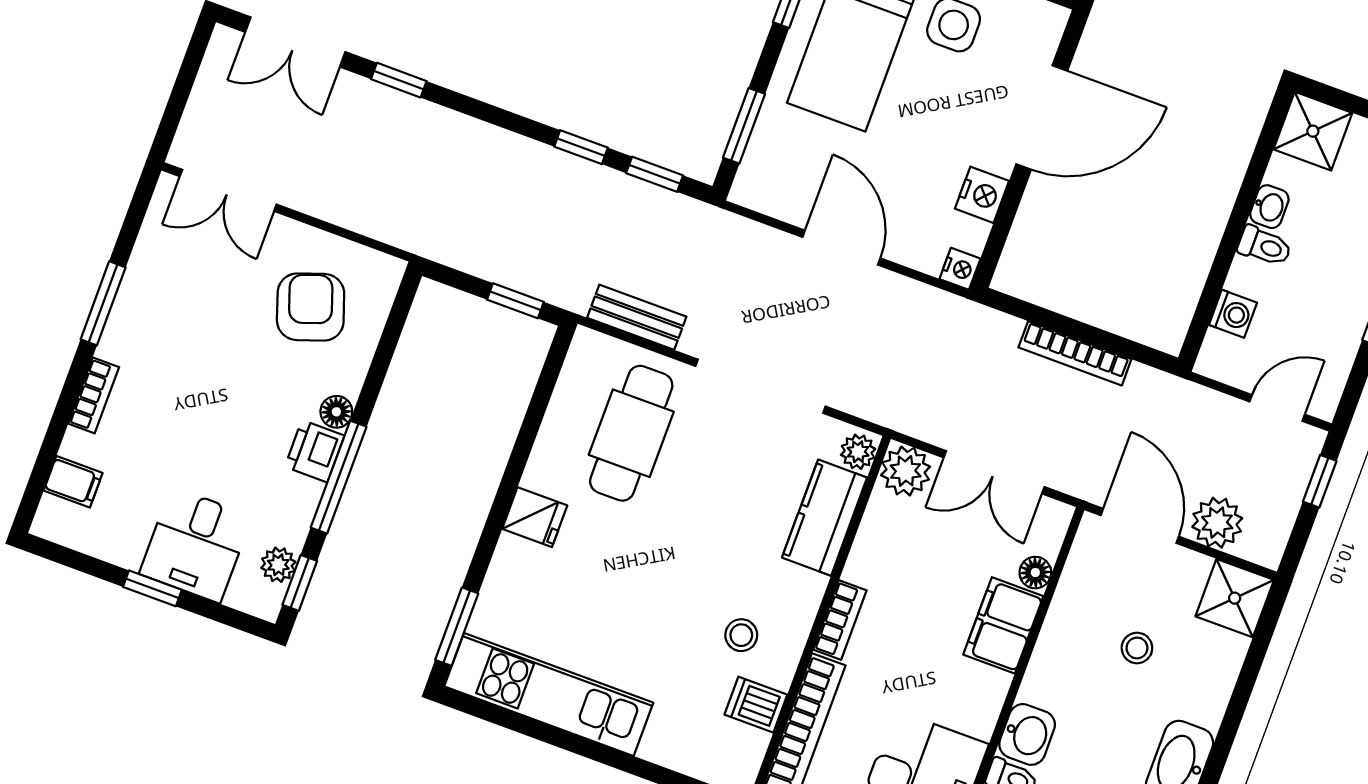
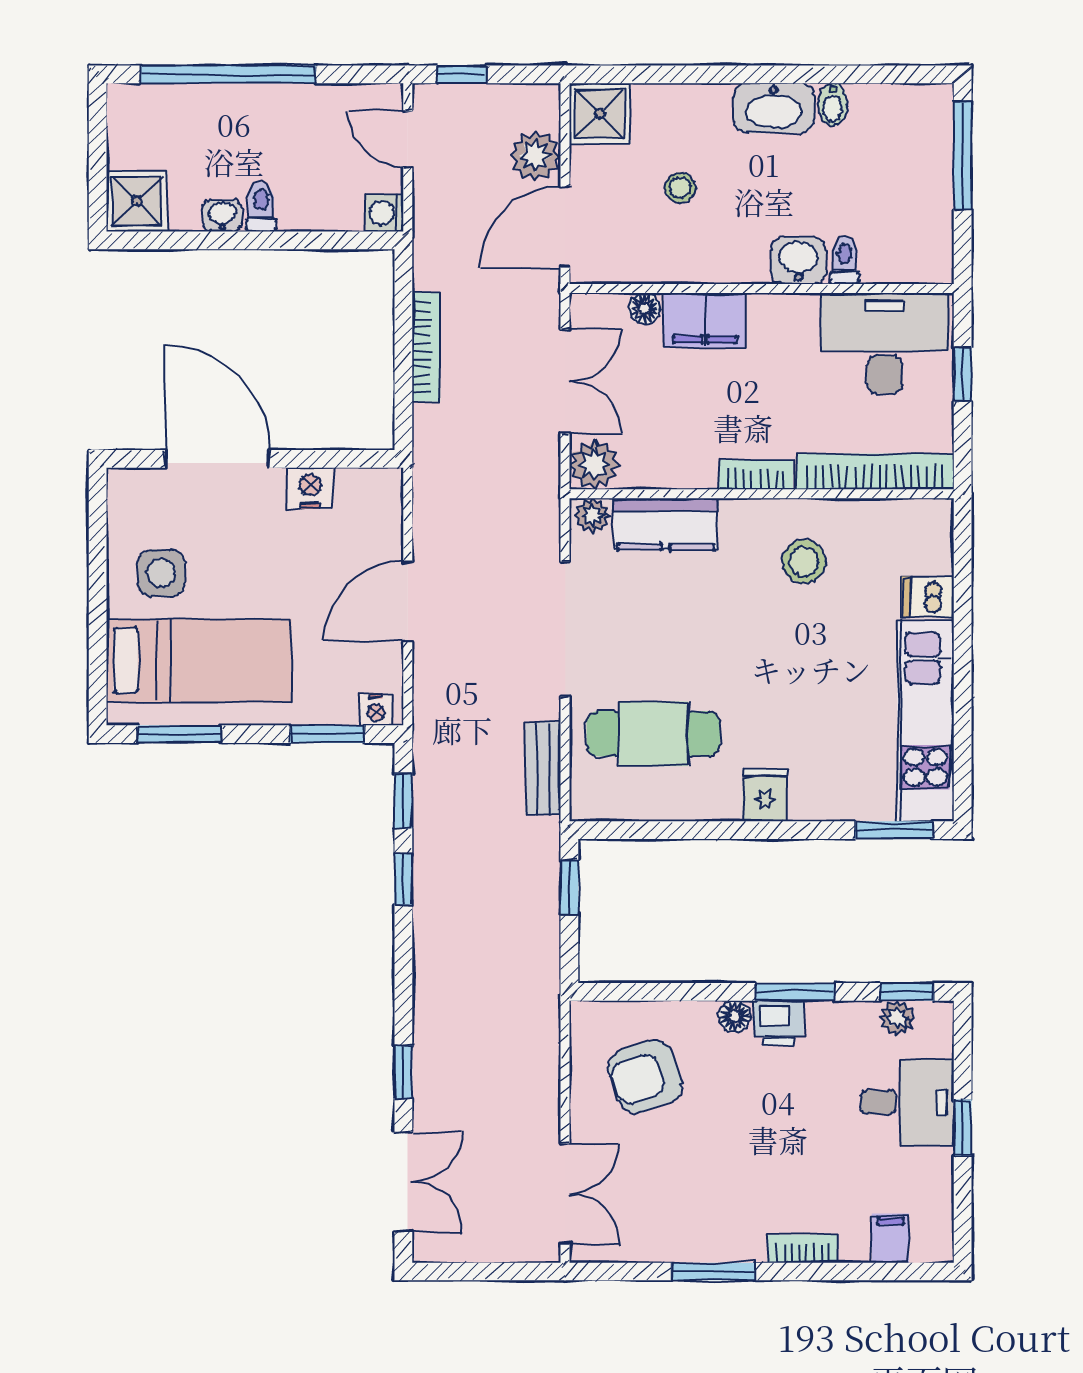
nightstand: (960, 269) -> (376, 710), moved, turned 180
washing machine: (1233, 314) -> (385, 213), moved, turned -90
window: (339, 477) -> (795, 992), width x0.69
stool: (741, 635) -> (804, 562), width x1.37, depth x1.37
dishwasher: (756, 705) -> (928, 597), moved, turned 90

